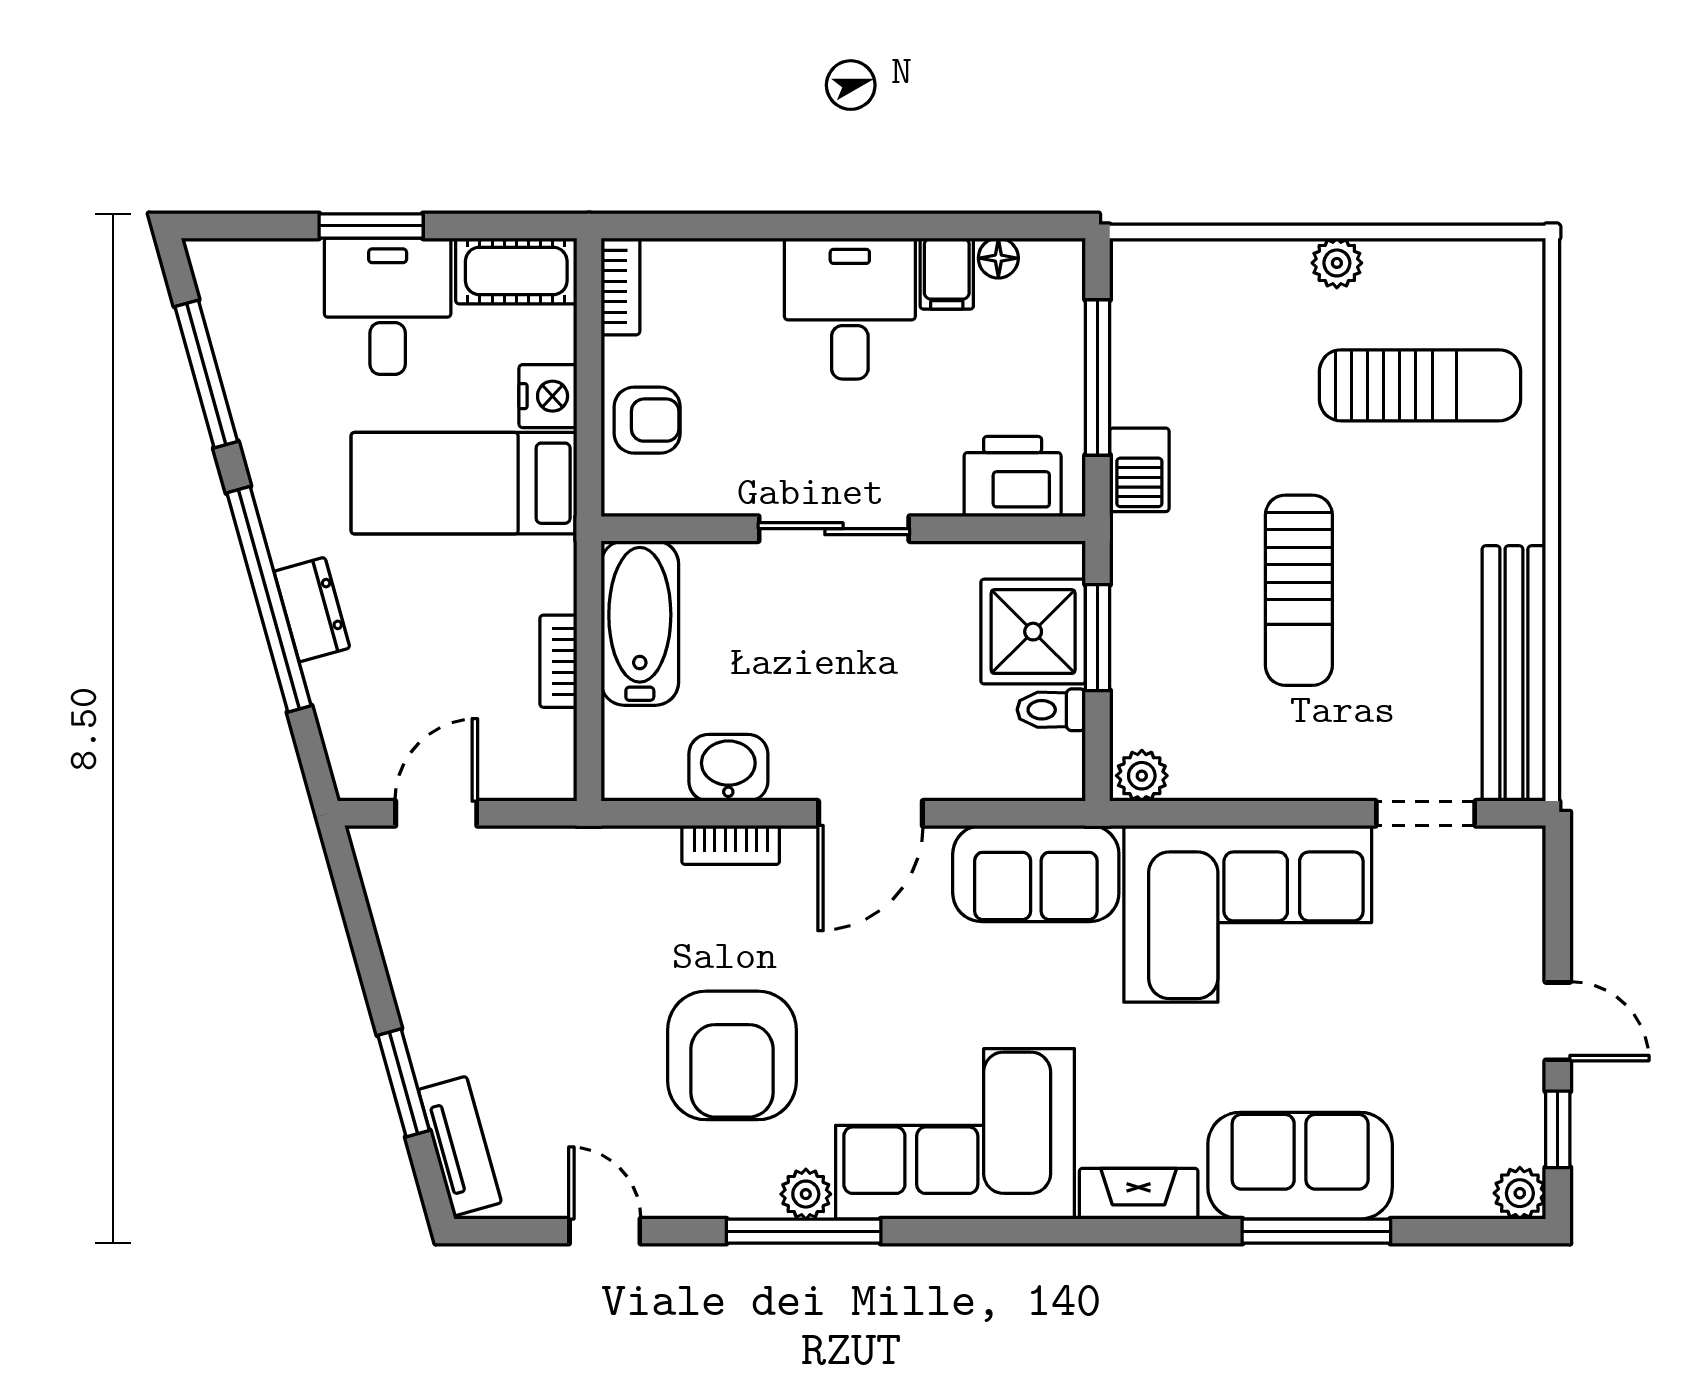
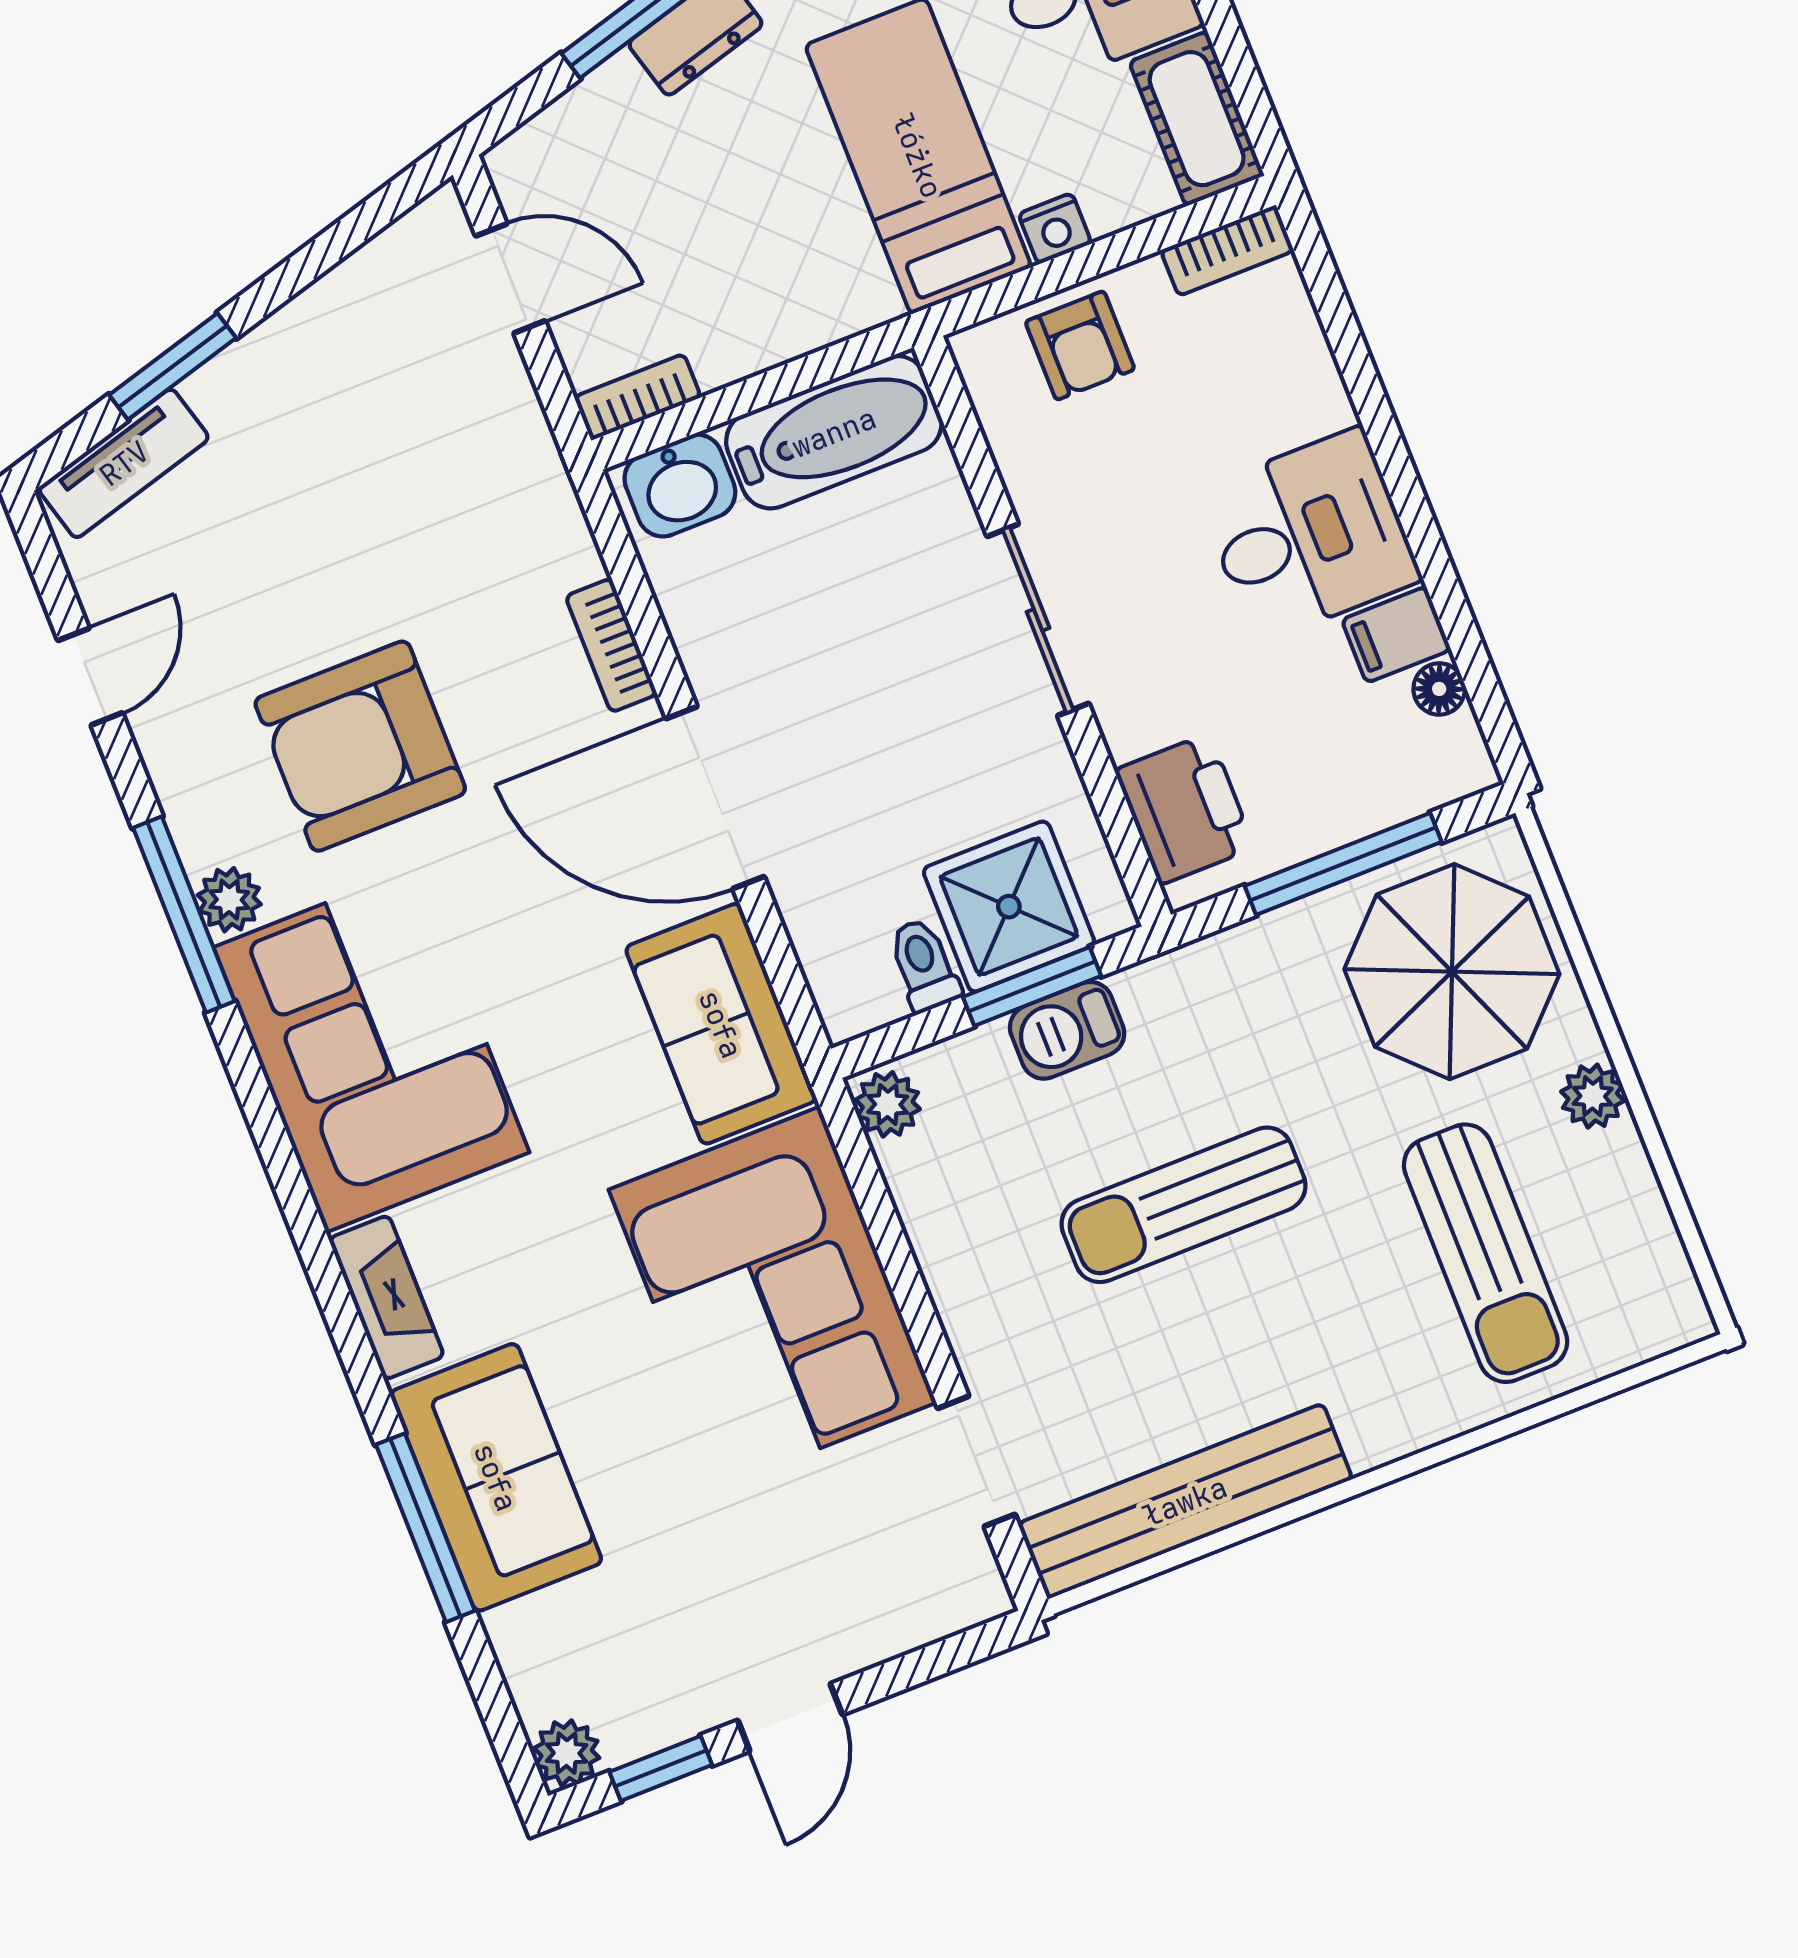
parasol: (1207, 329) -> (1452, 972), added
nightstand: (548, 396) -> (1055, 229), width x0.72, depth x0.74
barbecue: (1139, 470) -> (1067, 1030), moved
bookcase: (558, 661) -> (638, 397), moved
washbasin: (728, 768) -> (680, 486), moved, turned 90
door: (870, 813) -> (715, 798), width x1.36

